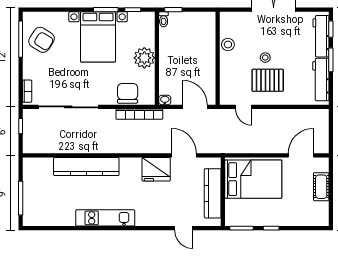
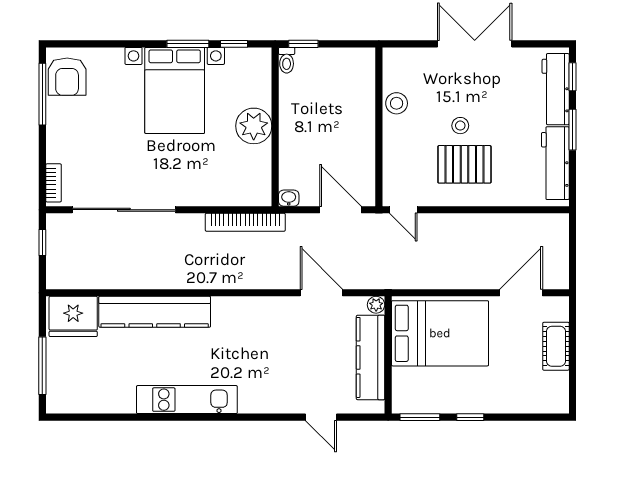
armchair: (42, 40) -> (67, 77), moved, turned 58
chair: (128, 93) -> (225, 187), removed
door: (244, 107) -> (403, 210), moved
plant: (216, 162) -> (376, 305), added
fridge: (156, 169) -> (73, 316), moved

